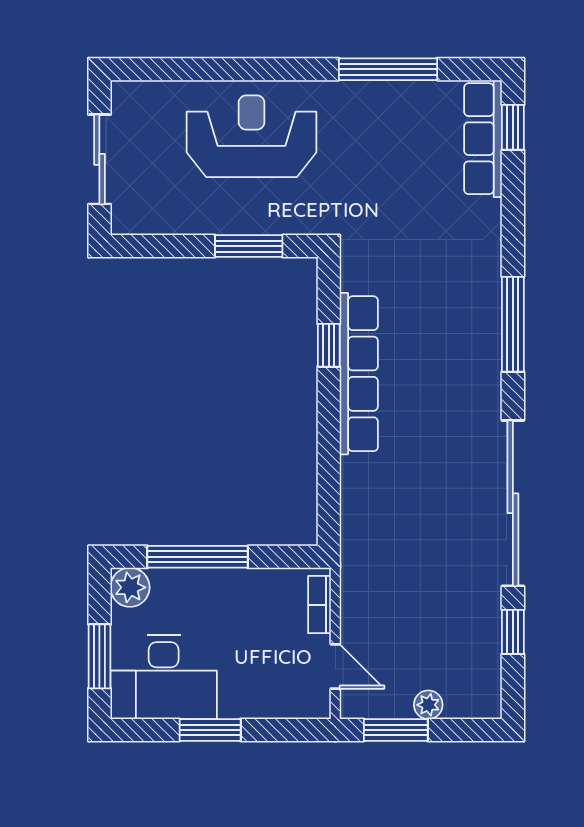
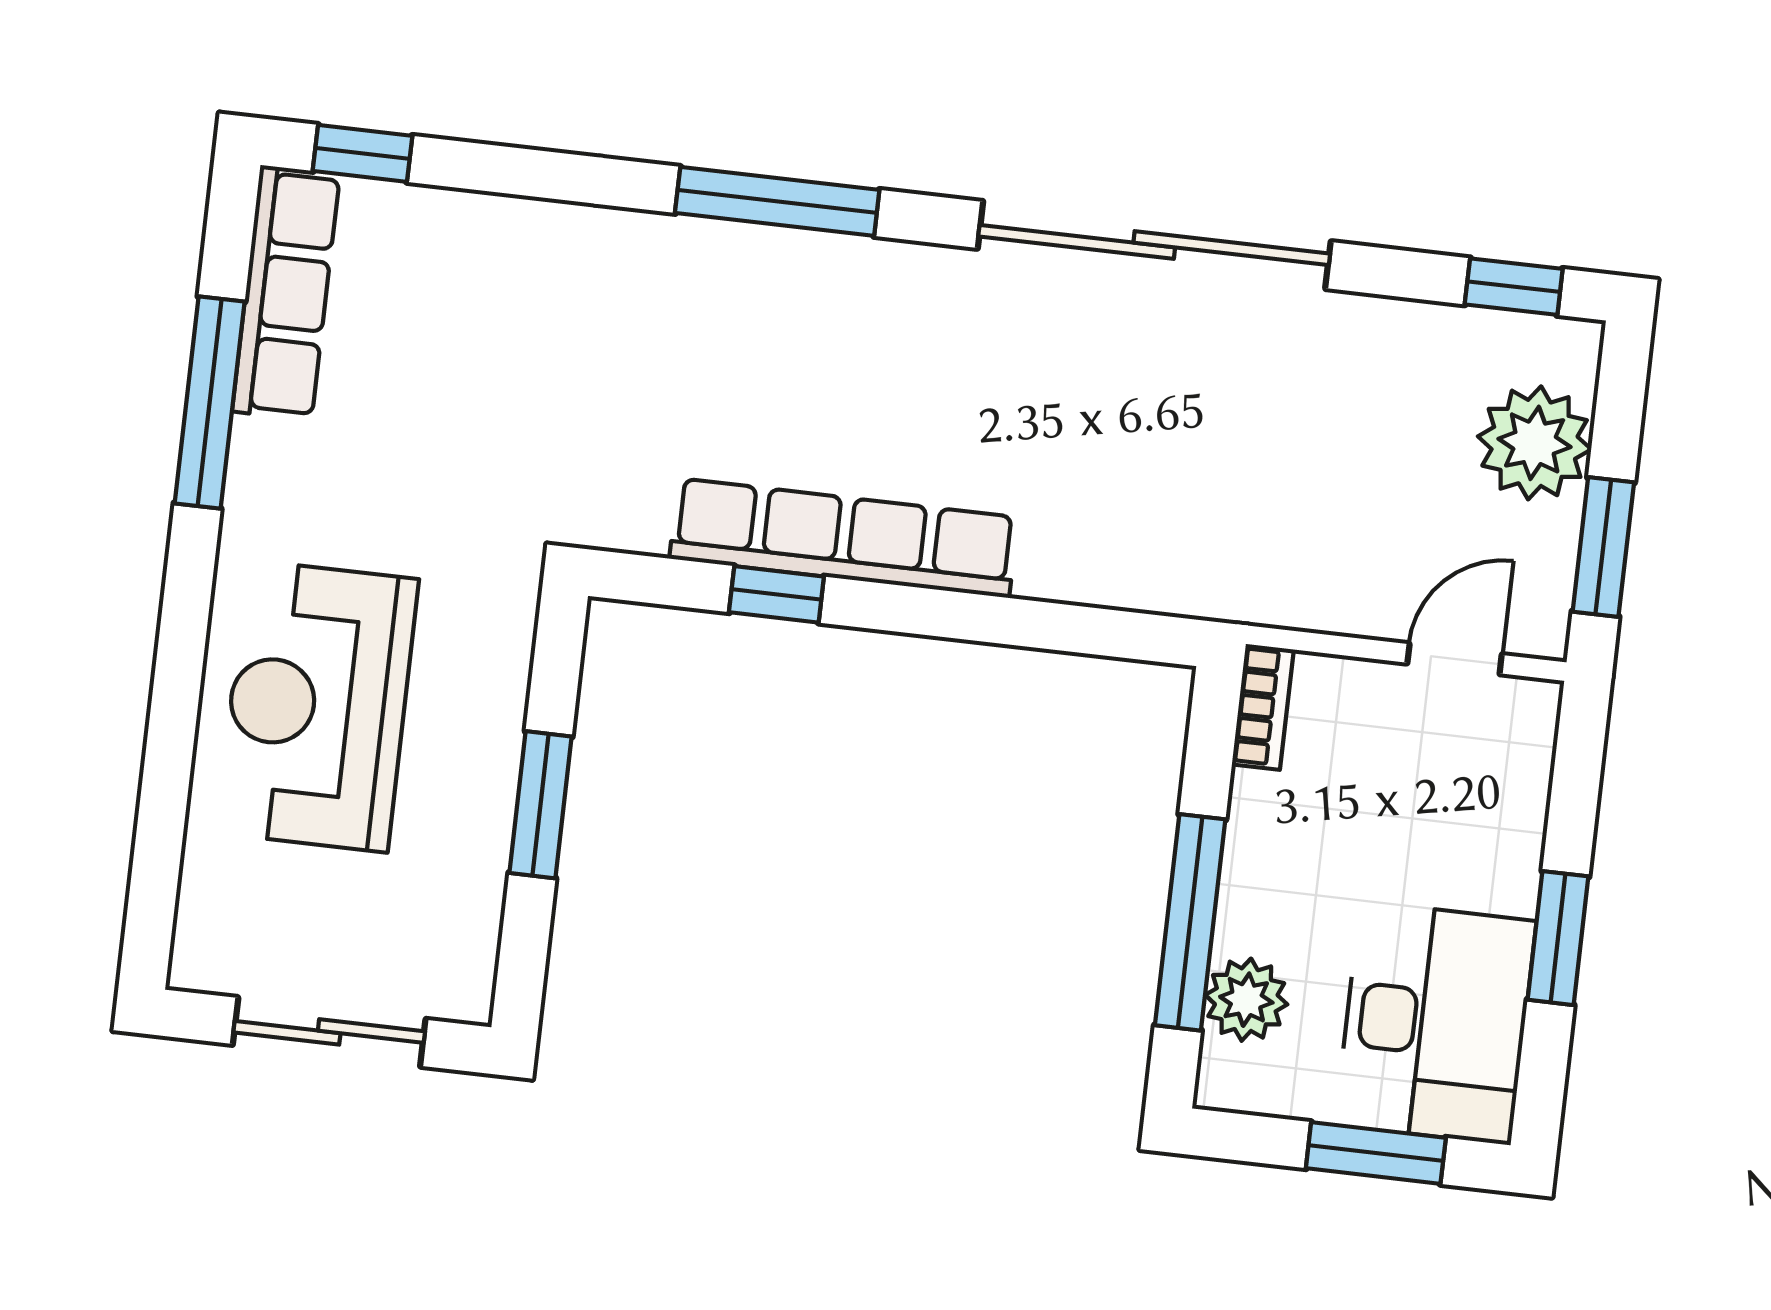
row of seats: (483, 139) -> (286, 293), moved, turned -90
window: (249, 246) -> (540, 805), moved
plant: (130, 587) -> (1246, 1000), moved
bookcase: (320, 605) -> (1263, 707), moved, turned -90
window: (513, 632) -> (1514, 287), moved
plant: (428, 705) -> (1535, 443), width x1.87, depth x1.87

